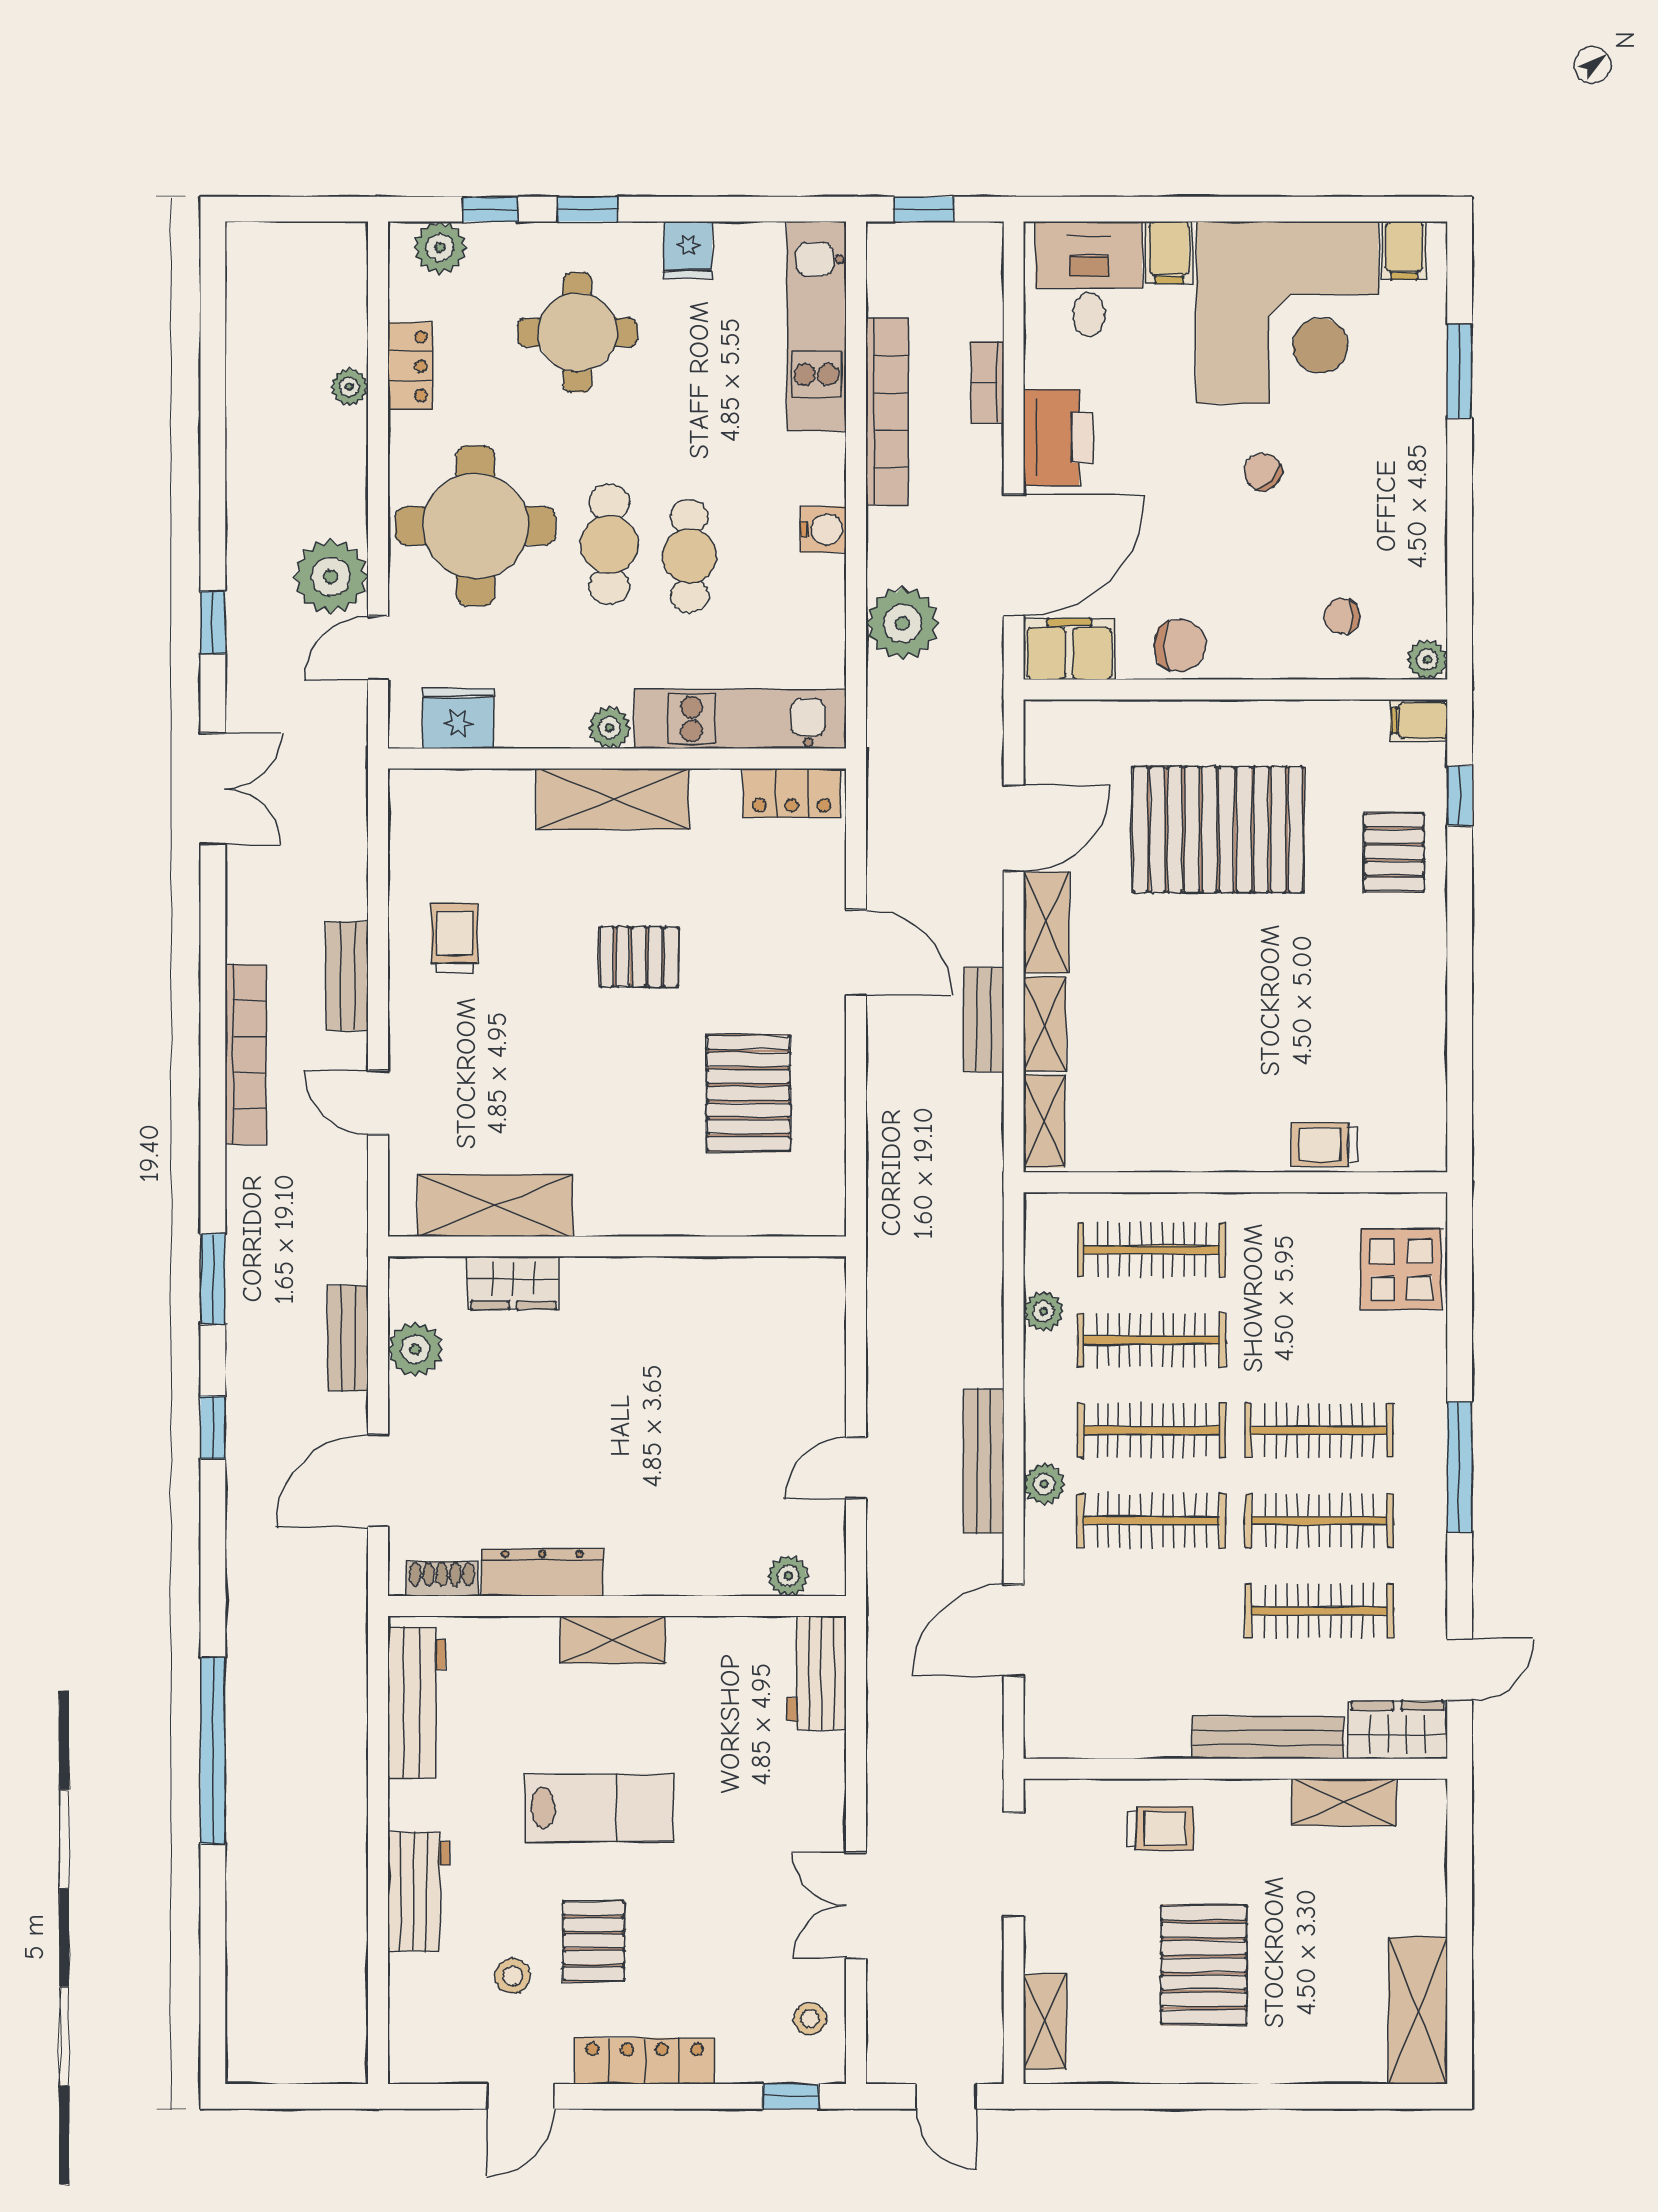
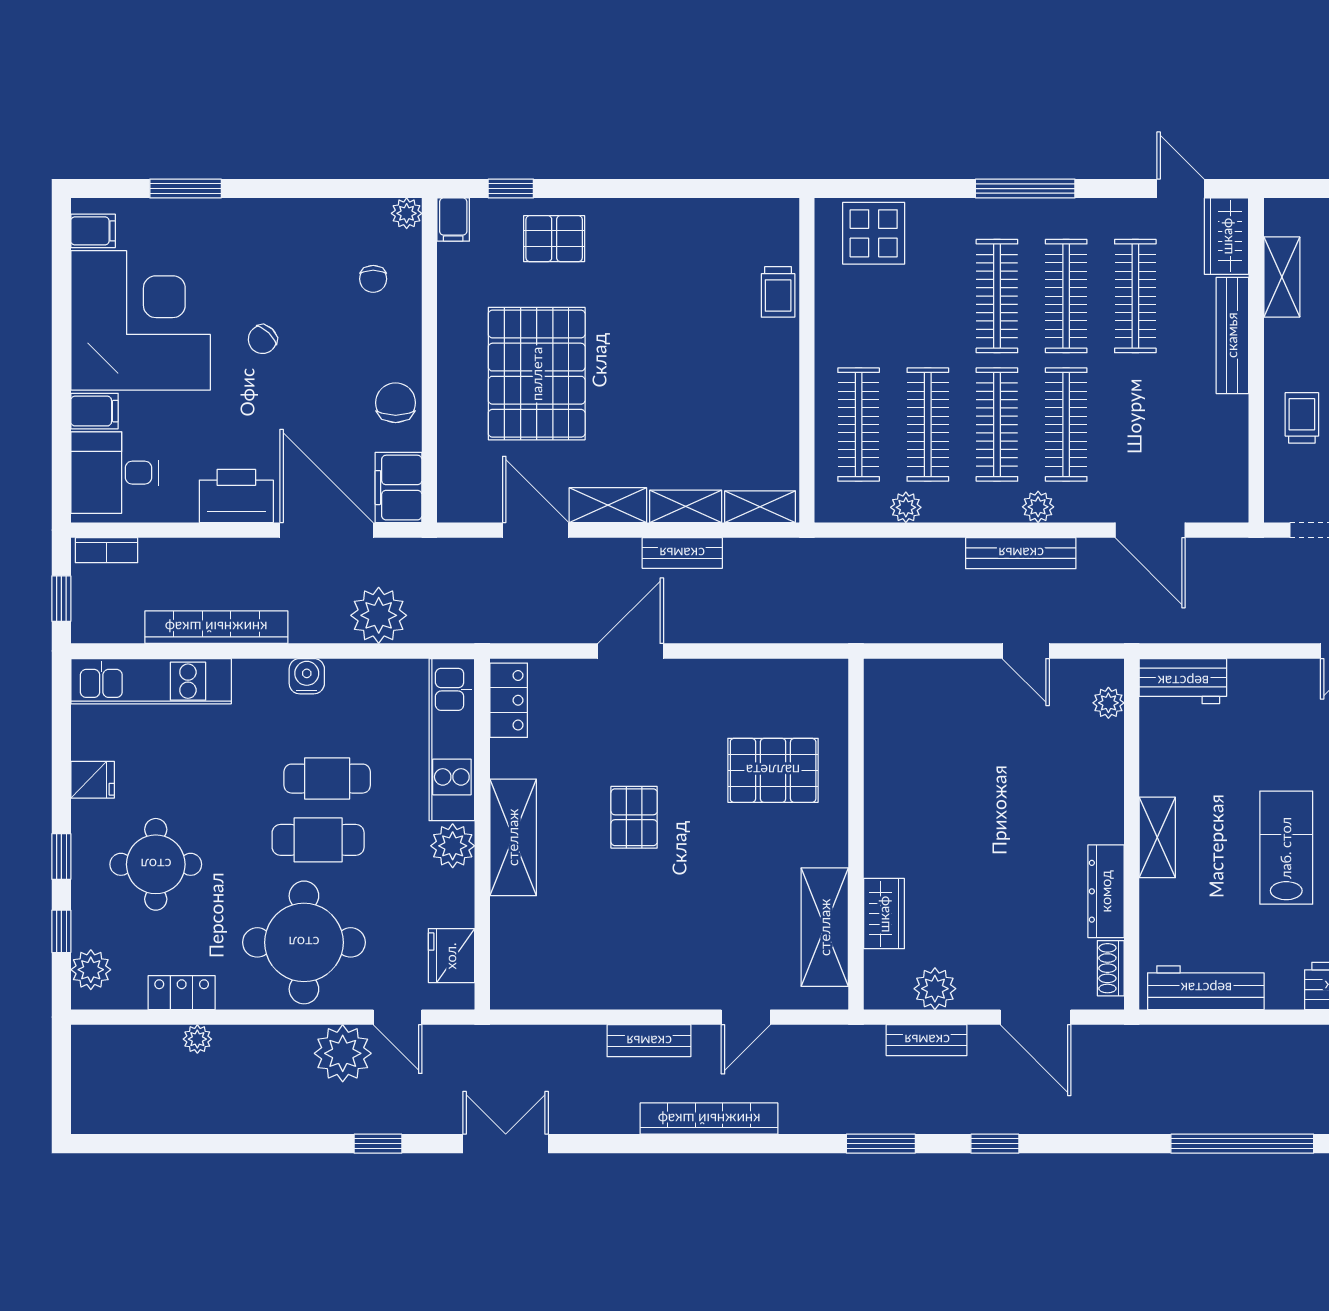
bookcase: (987, 382) -> (106, 550), moved
plant: (610, 728) -> (453, 846), width x1.38, depth x1.38
trolley: (454, 938) -> (620, 959), removed
pallet: (748, 1093) -> (773, 770), moved

